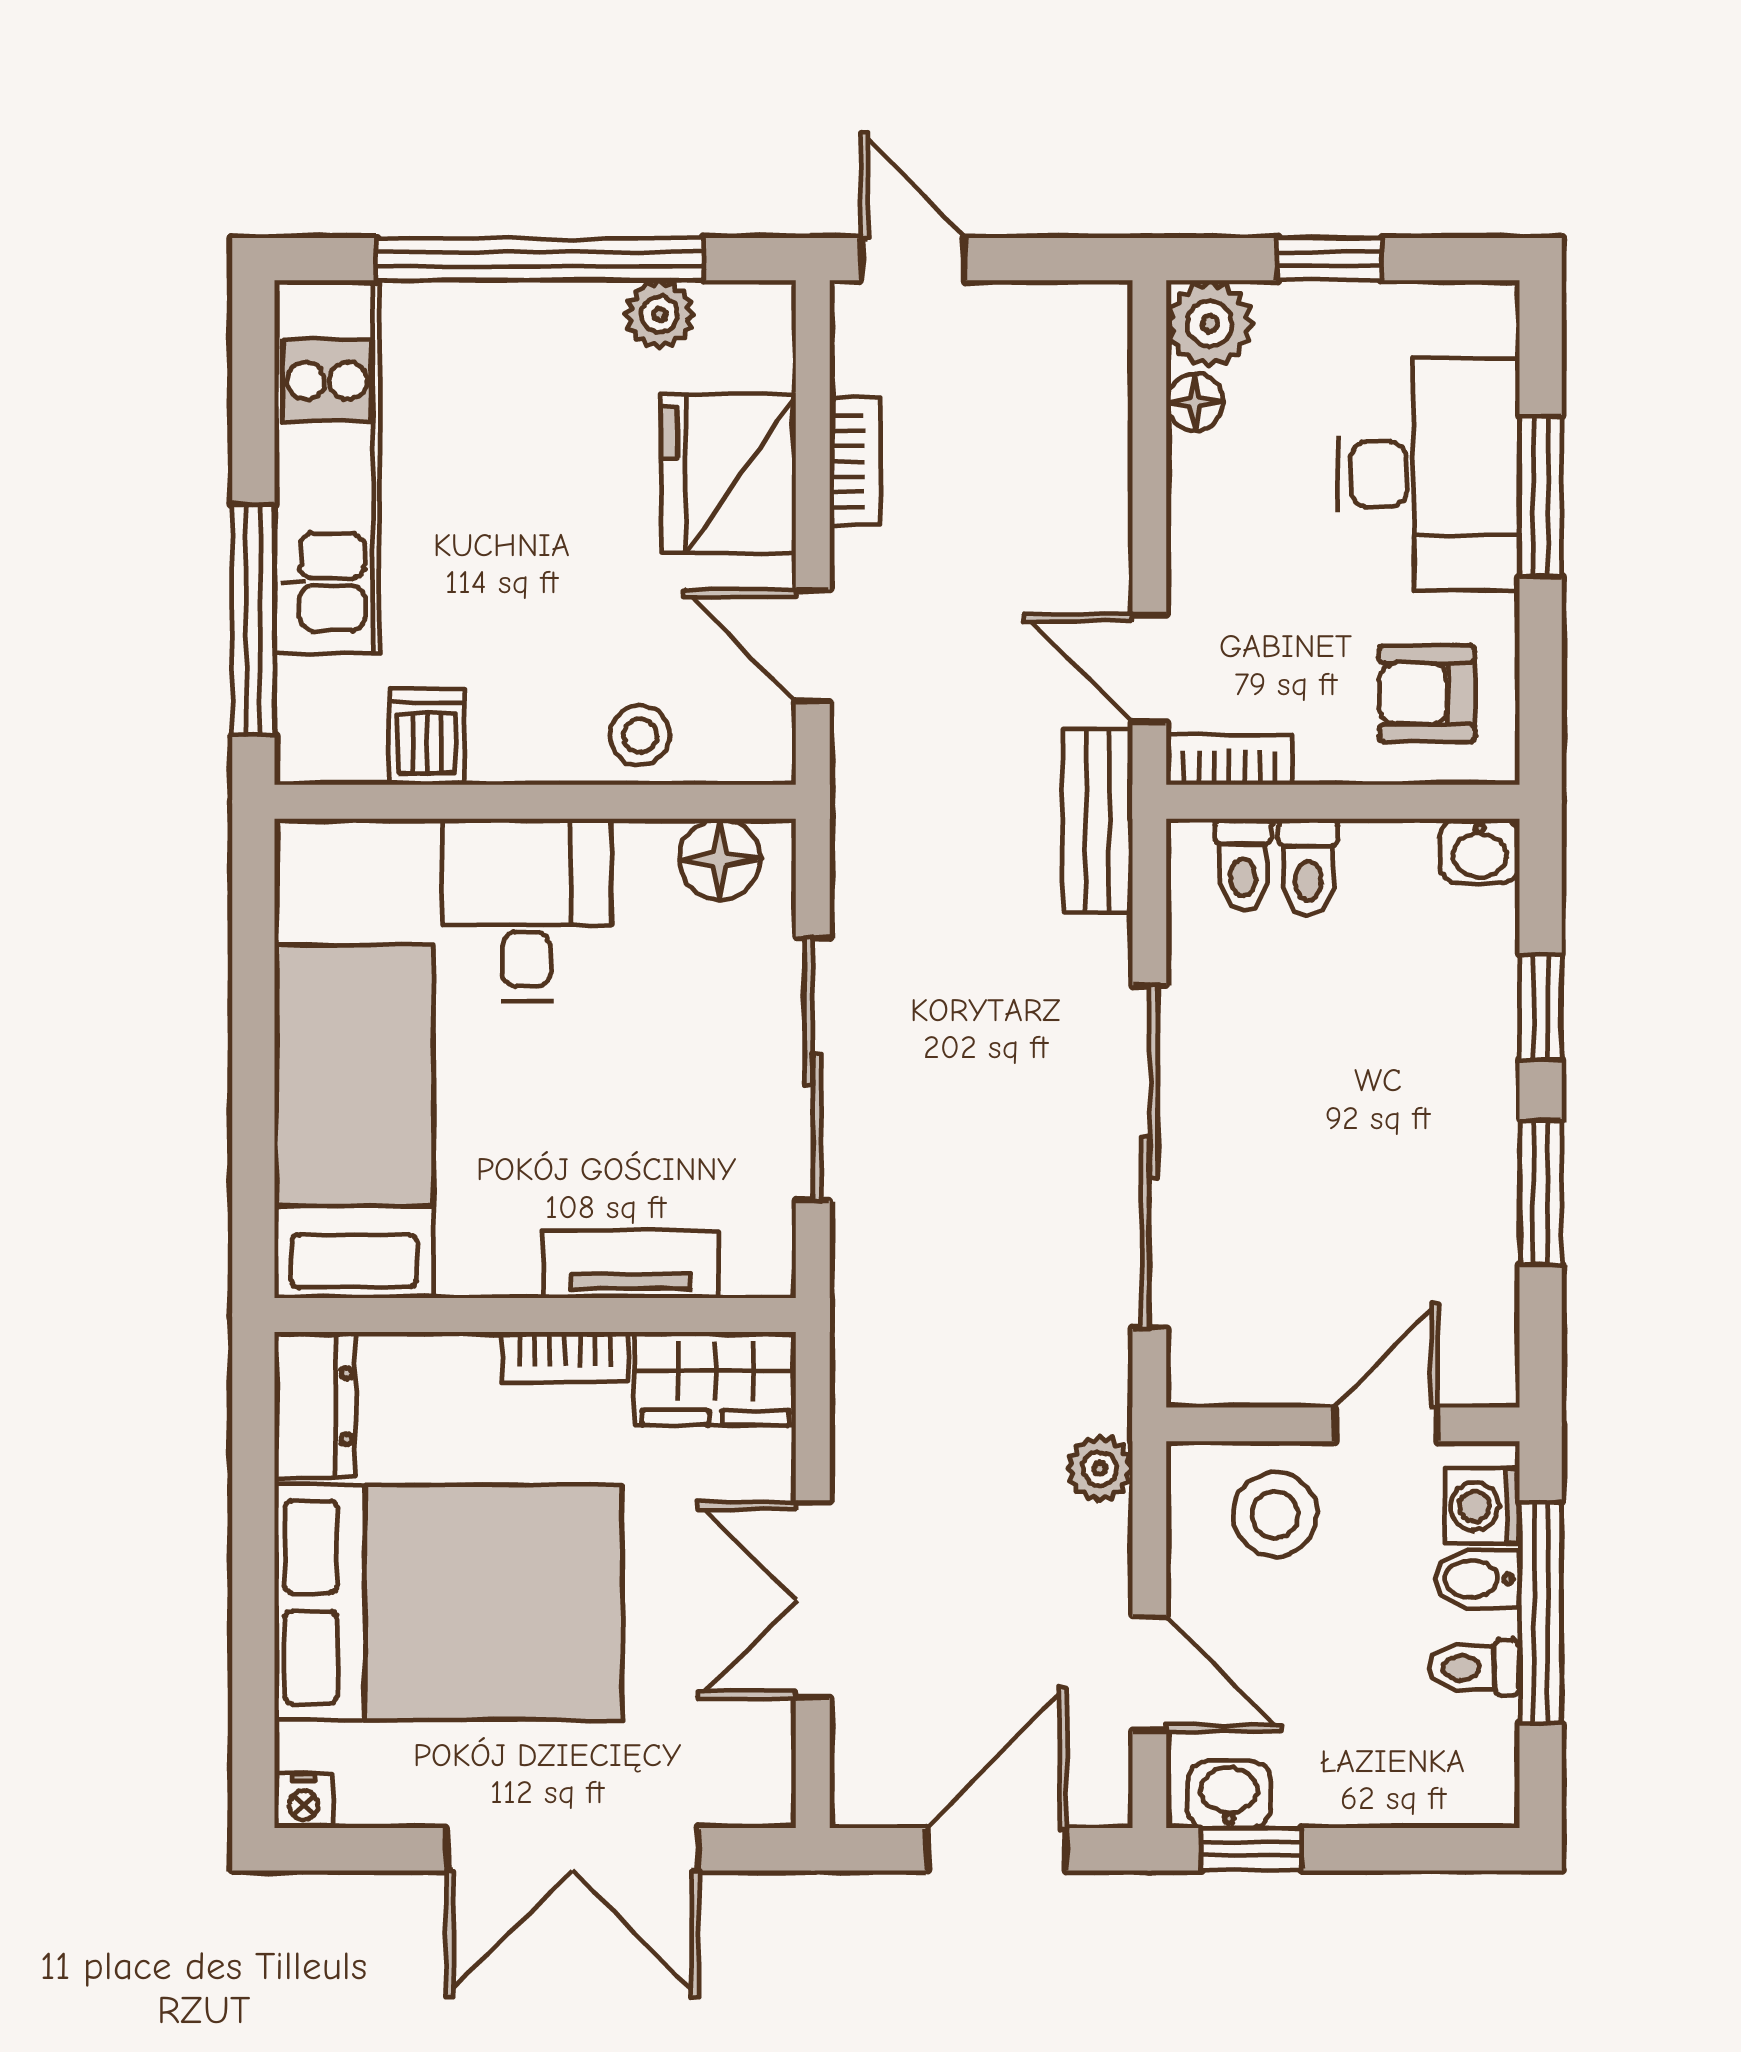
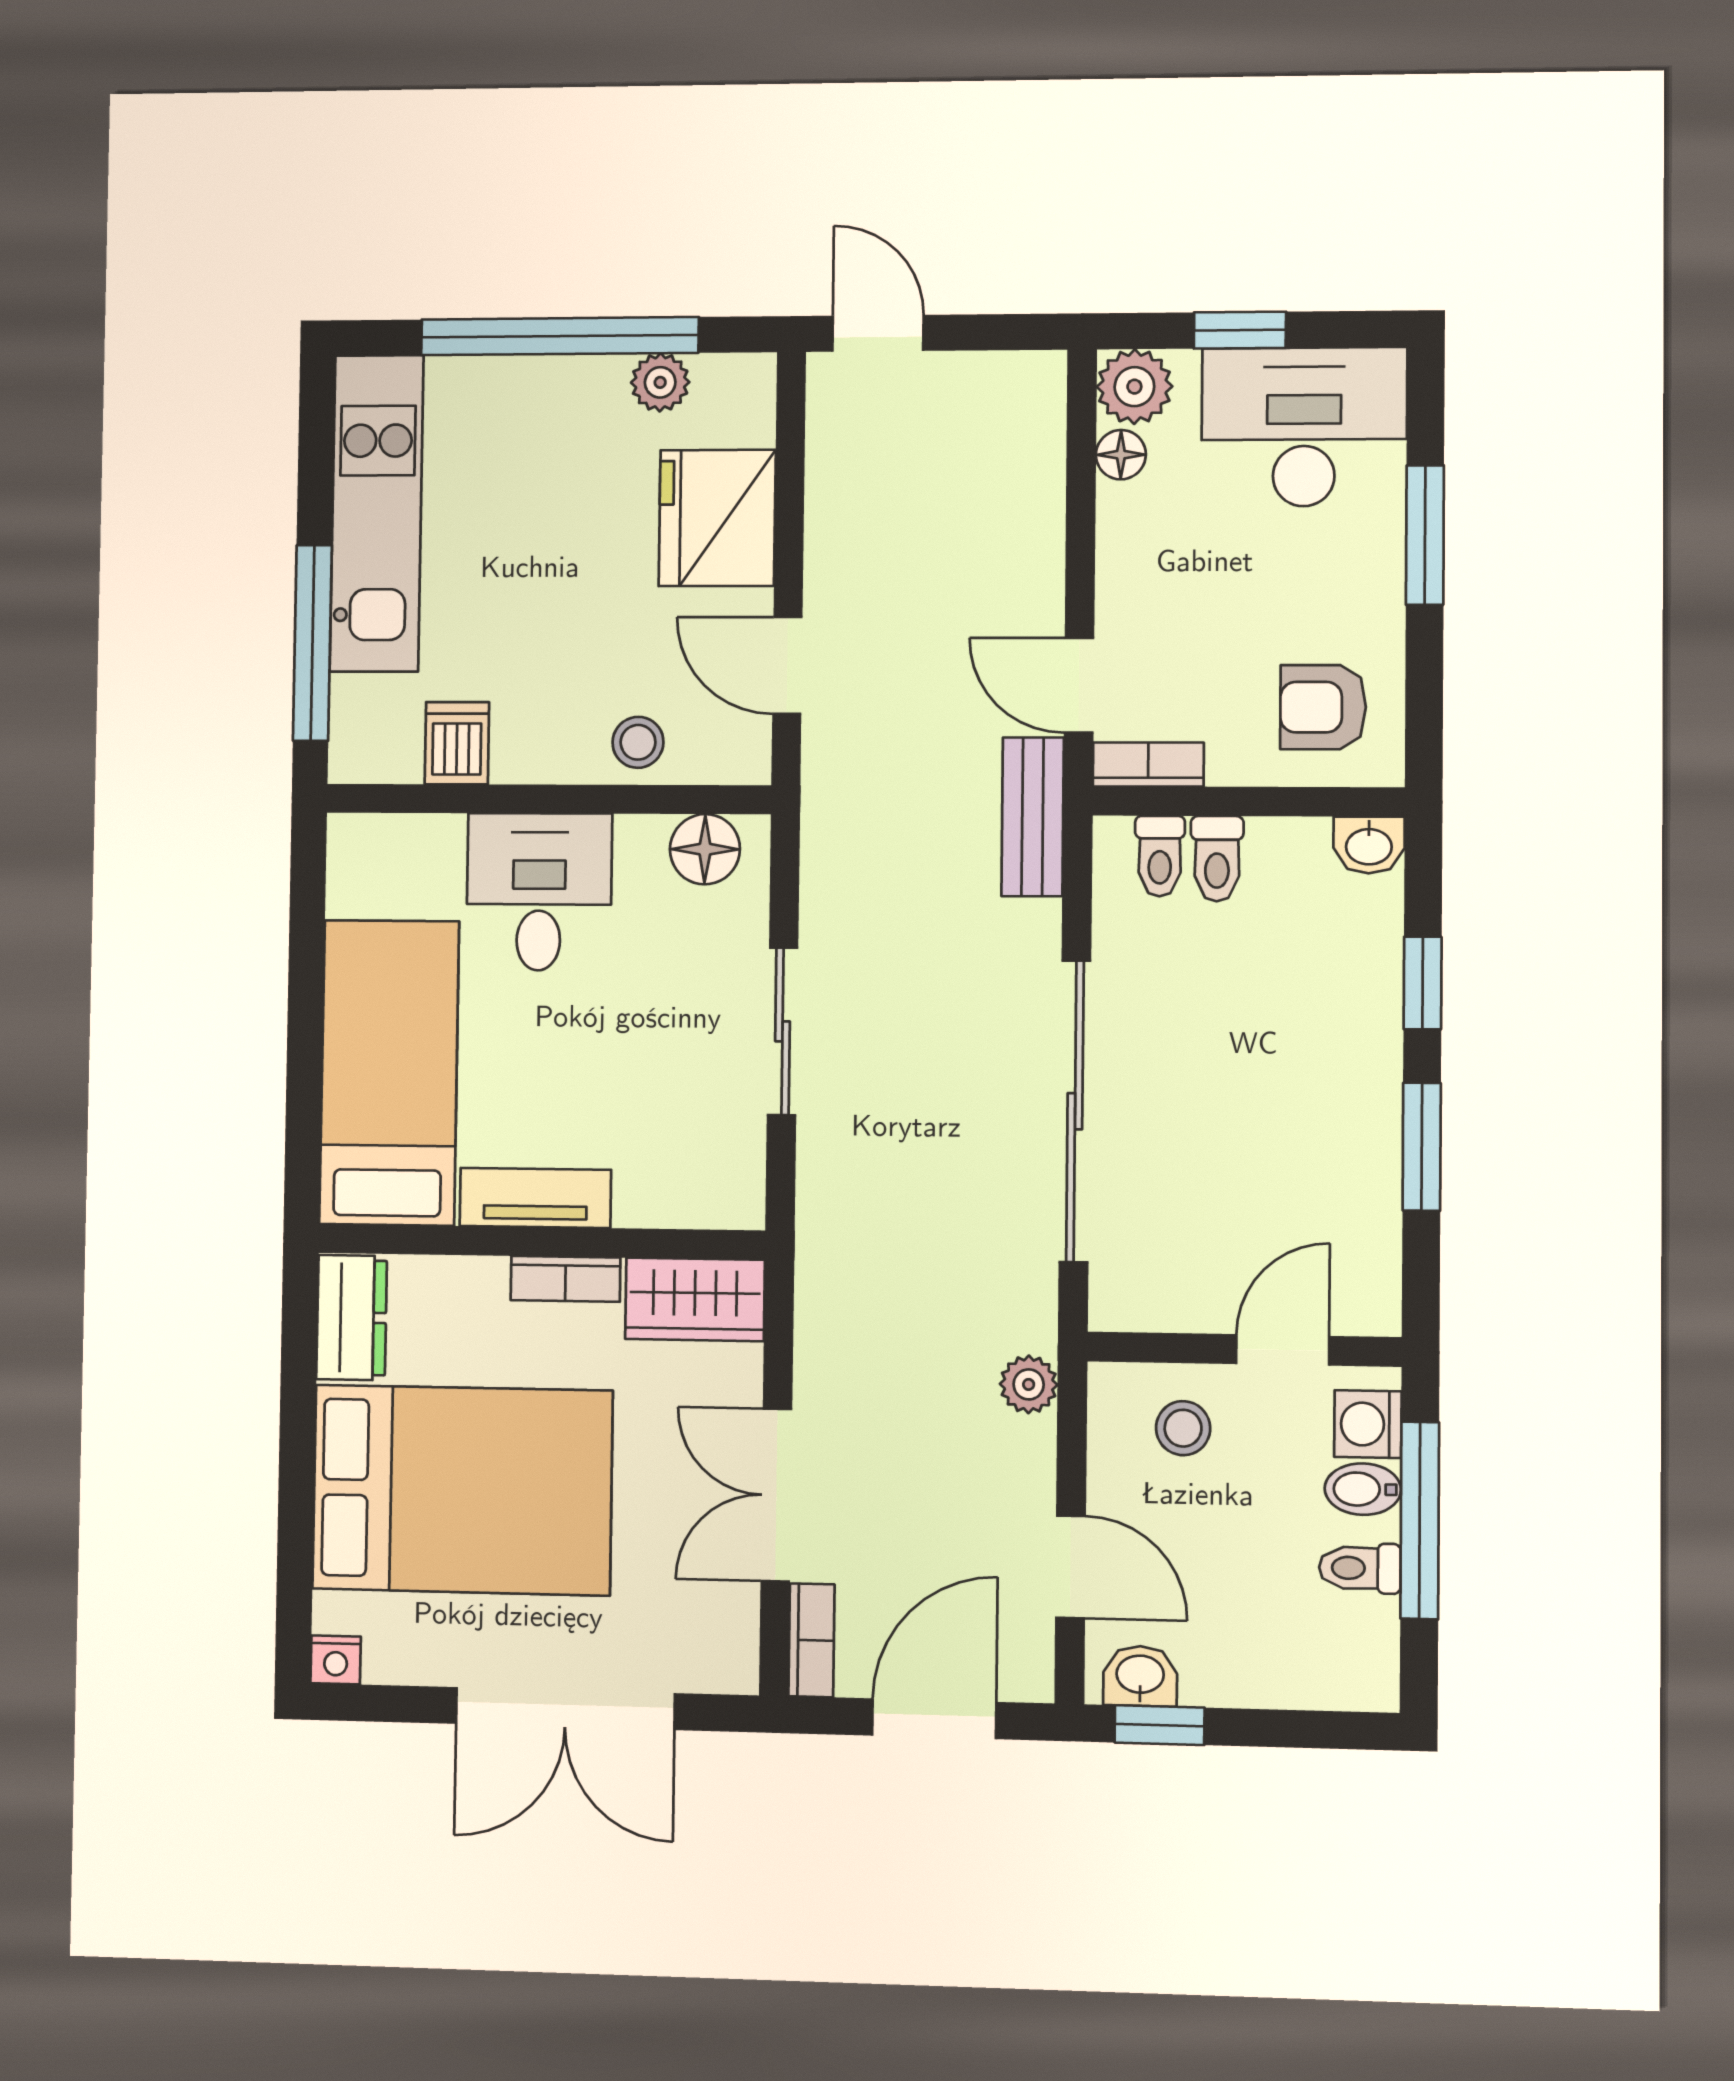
bookcase: (855, 462) -> (812, 1640), moved
desk: (1428, 474) -> (1304, 427), moved, turned -90
sliding door: (813, 1069) -> (783, 1031), width x0.73
tv unit: (631, 1265) -> (535, 1198), moved
stool: (1275, 1515) -> (1183, 1428), width x0.73, depth x0.73

